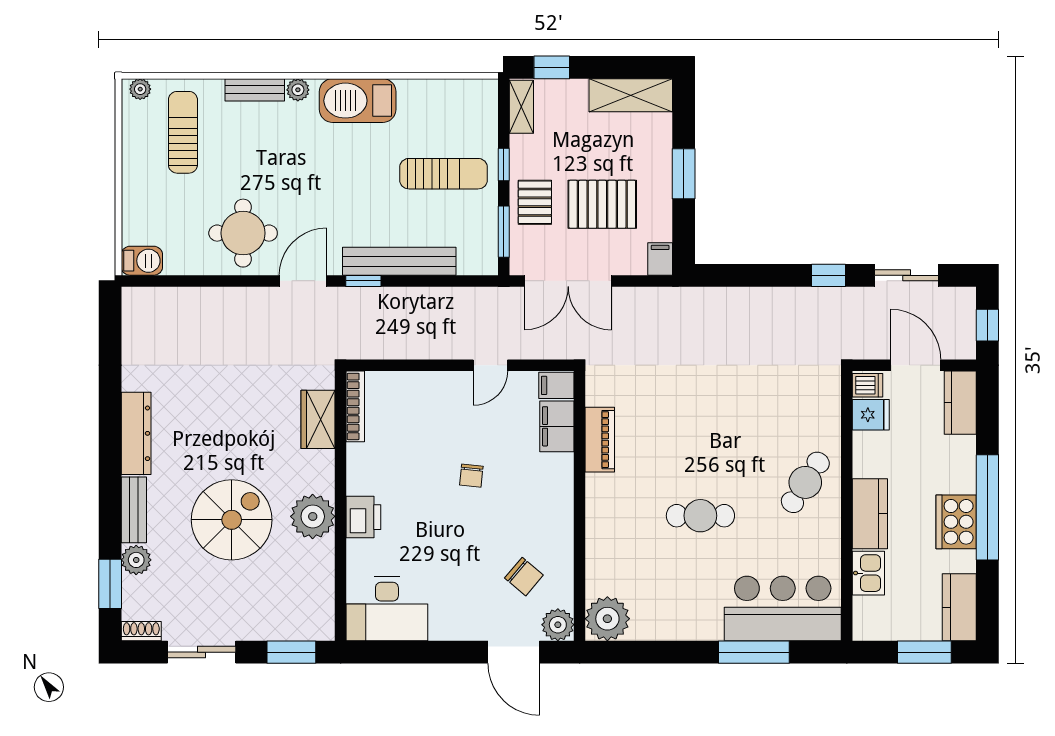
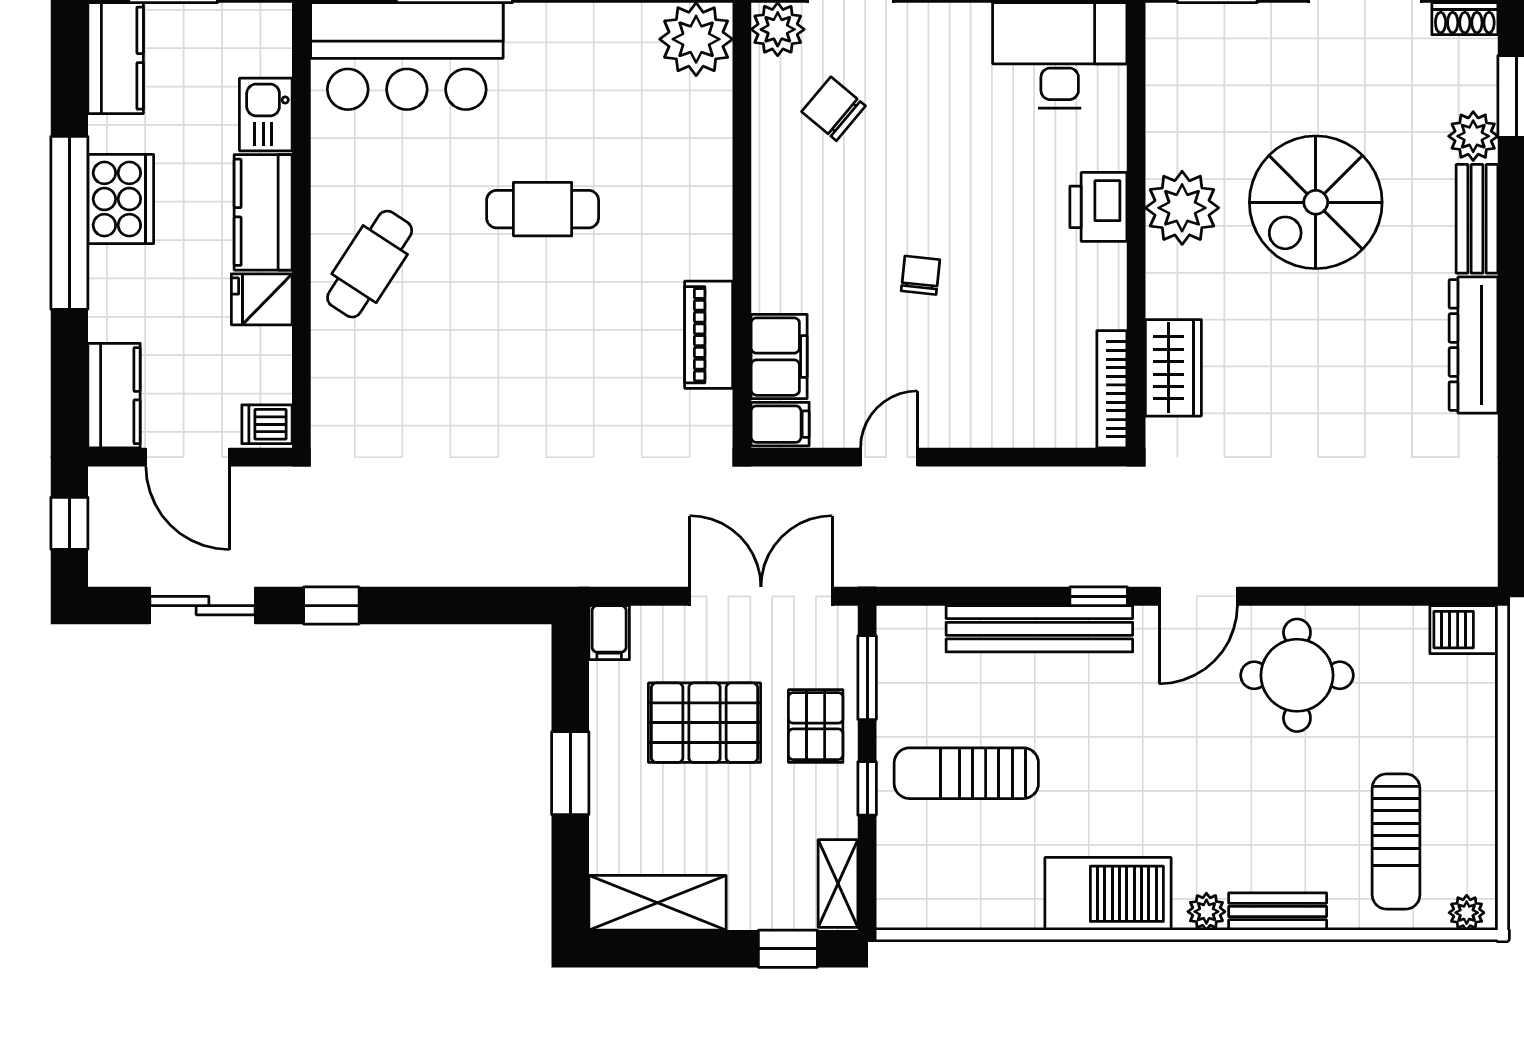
fridge: (871, 415) -> (262, 299), moved

